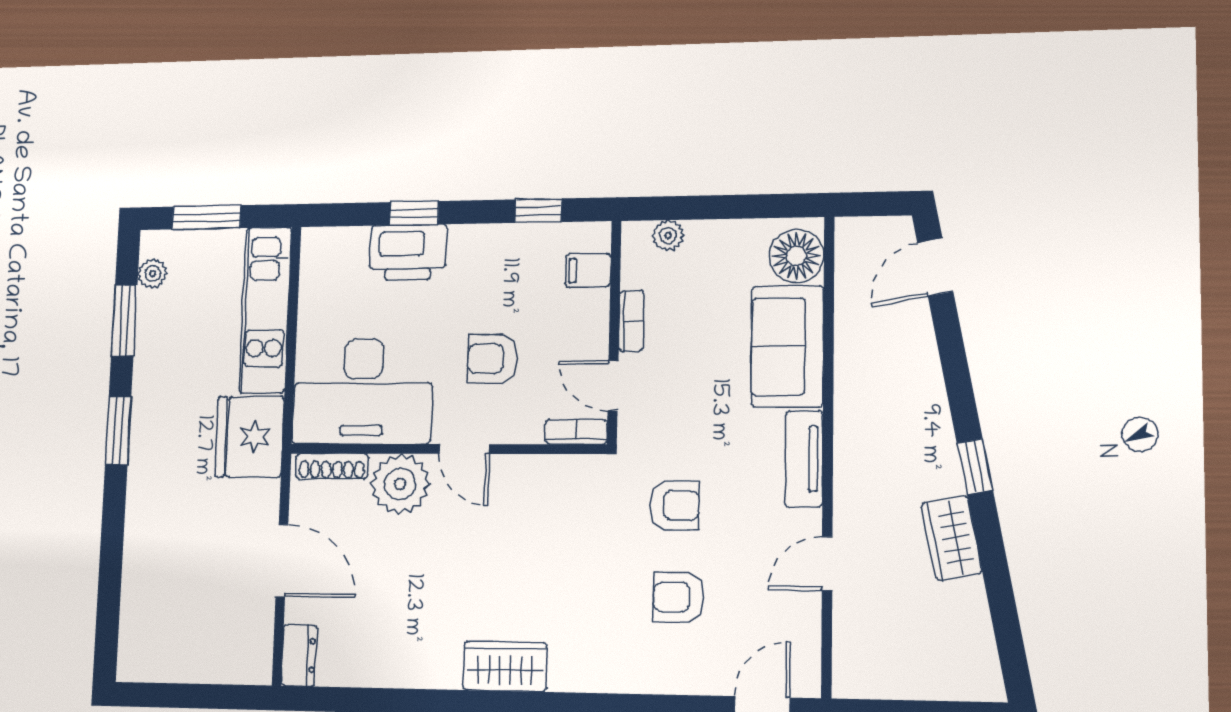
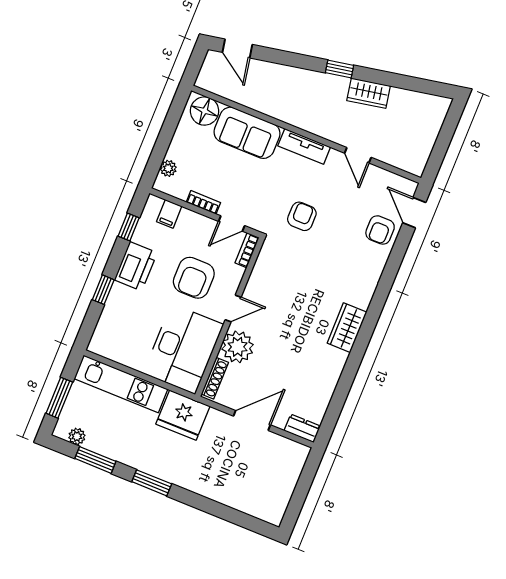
printer: (408, 252) -> (136, 266), moved
armchair: (492, 359) -> (194, 278), width x1.38, depth x1.38
armchair: (679, 597) -> (380, 230), moved

